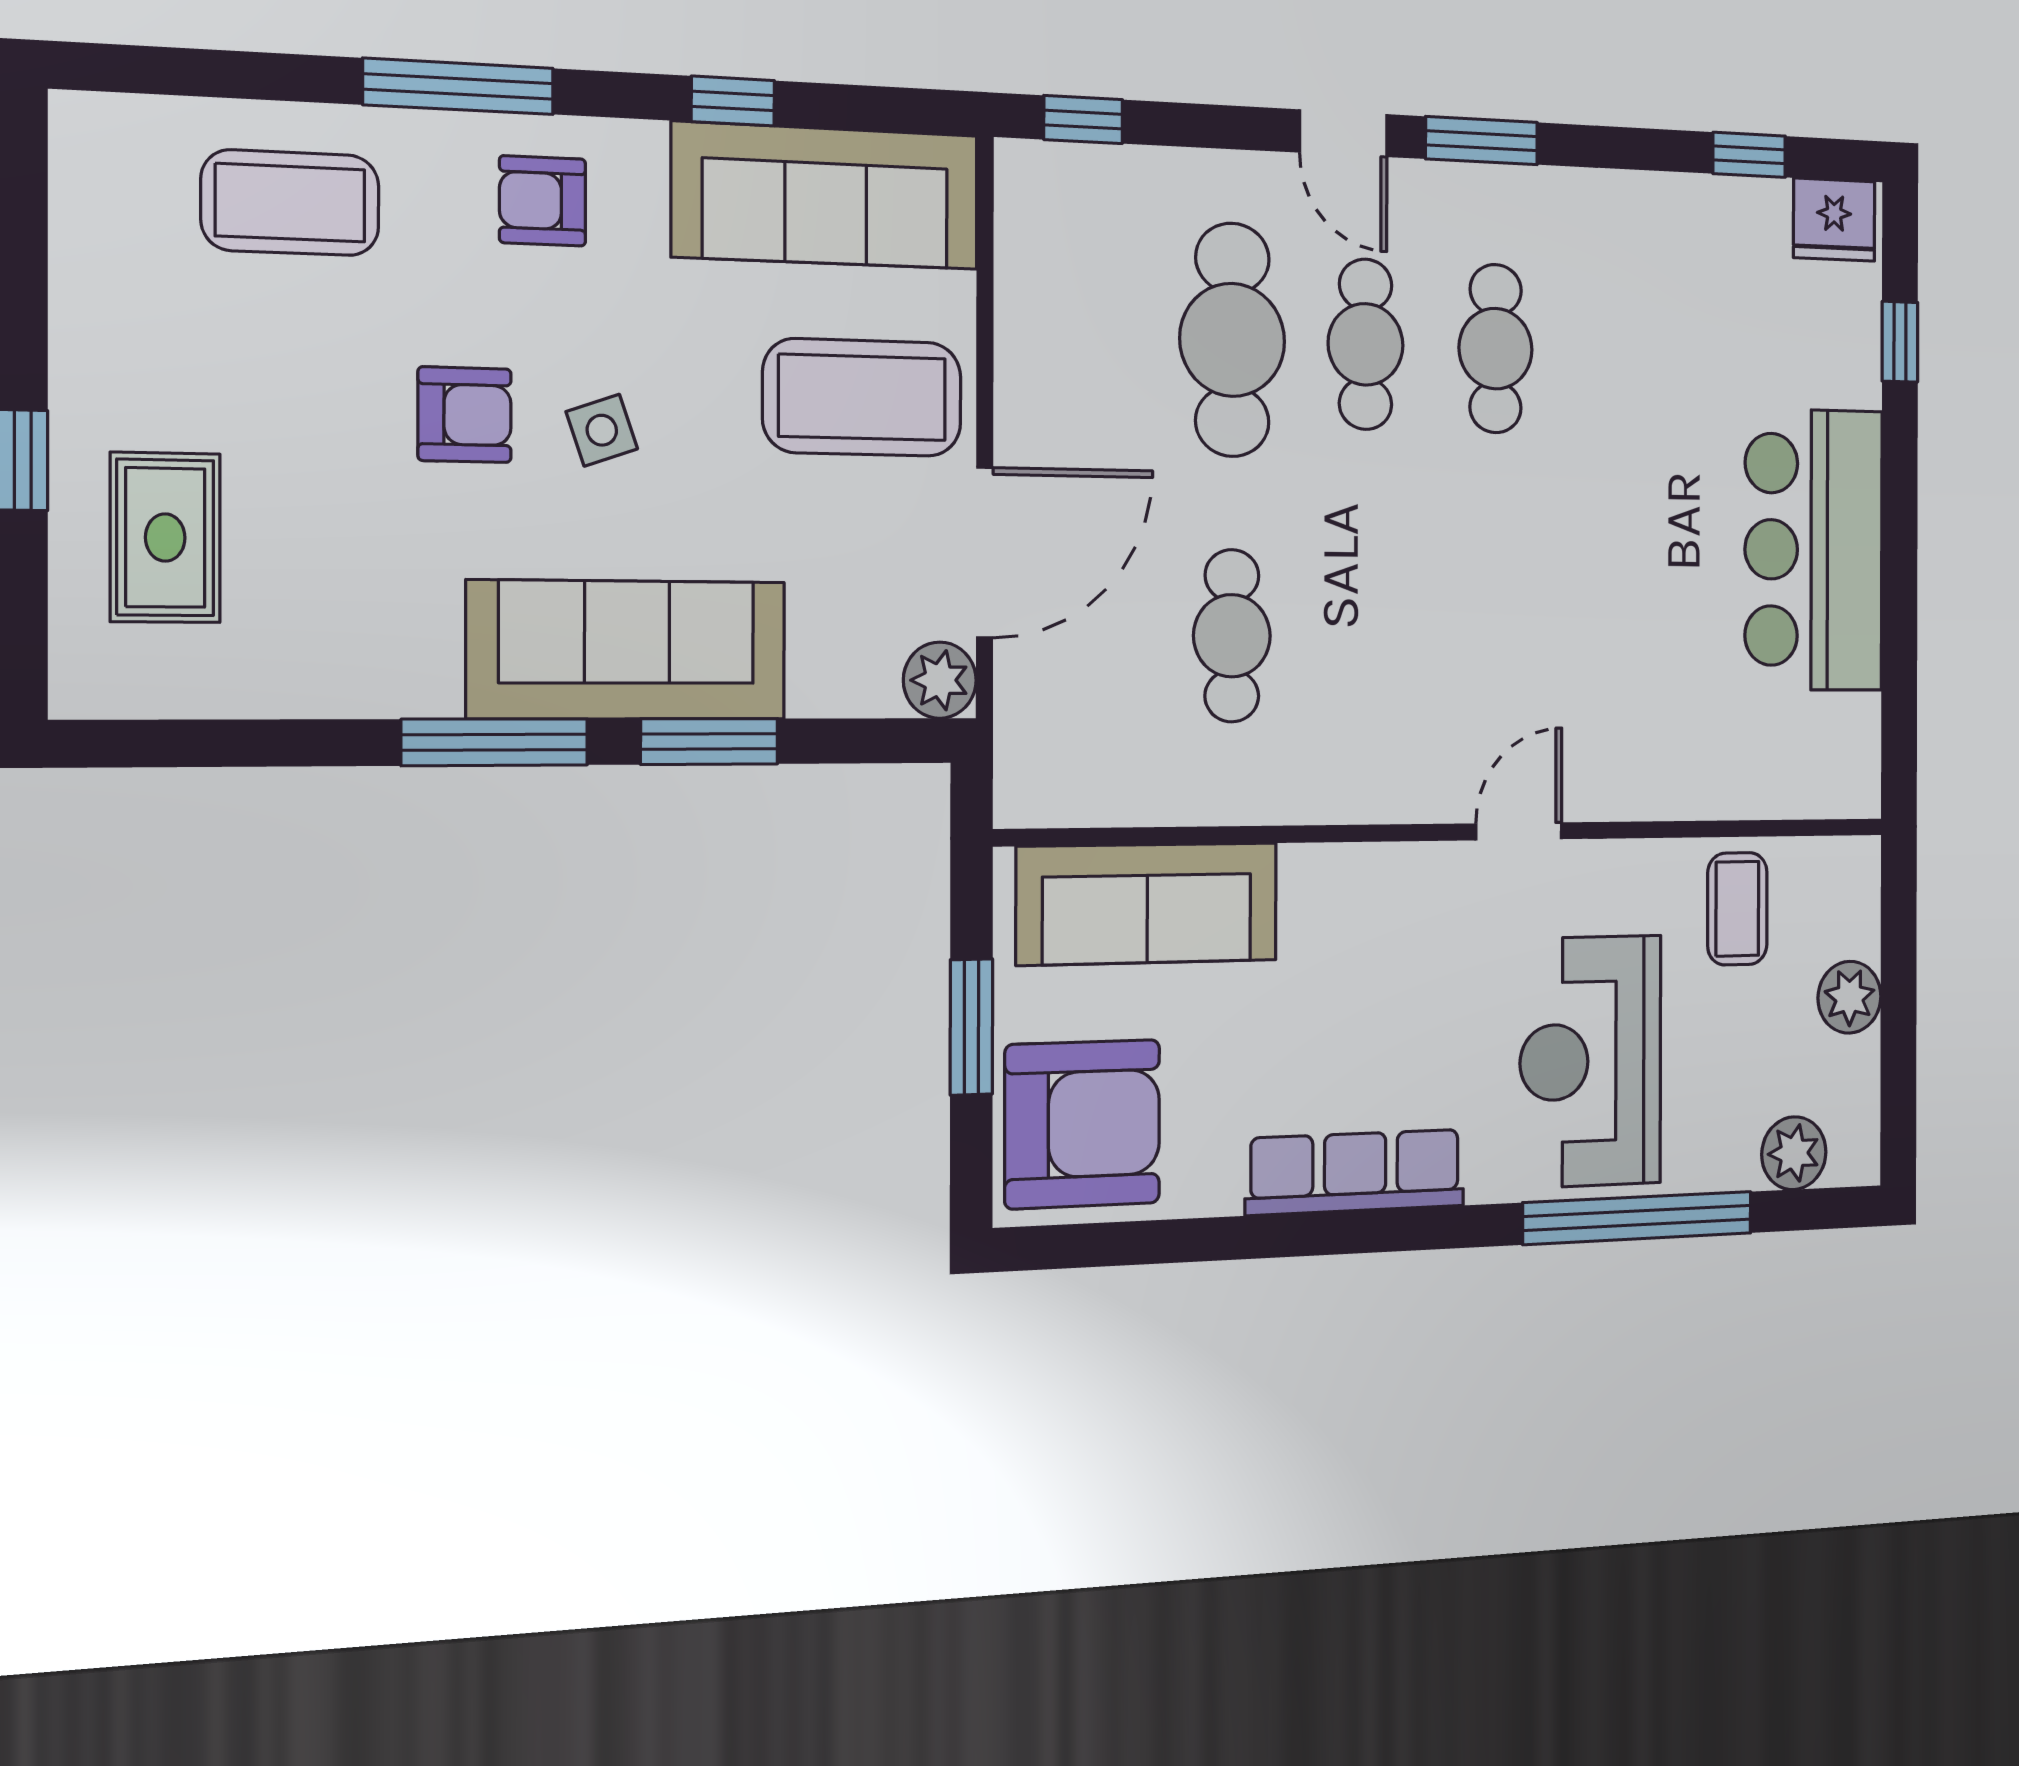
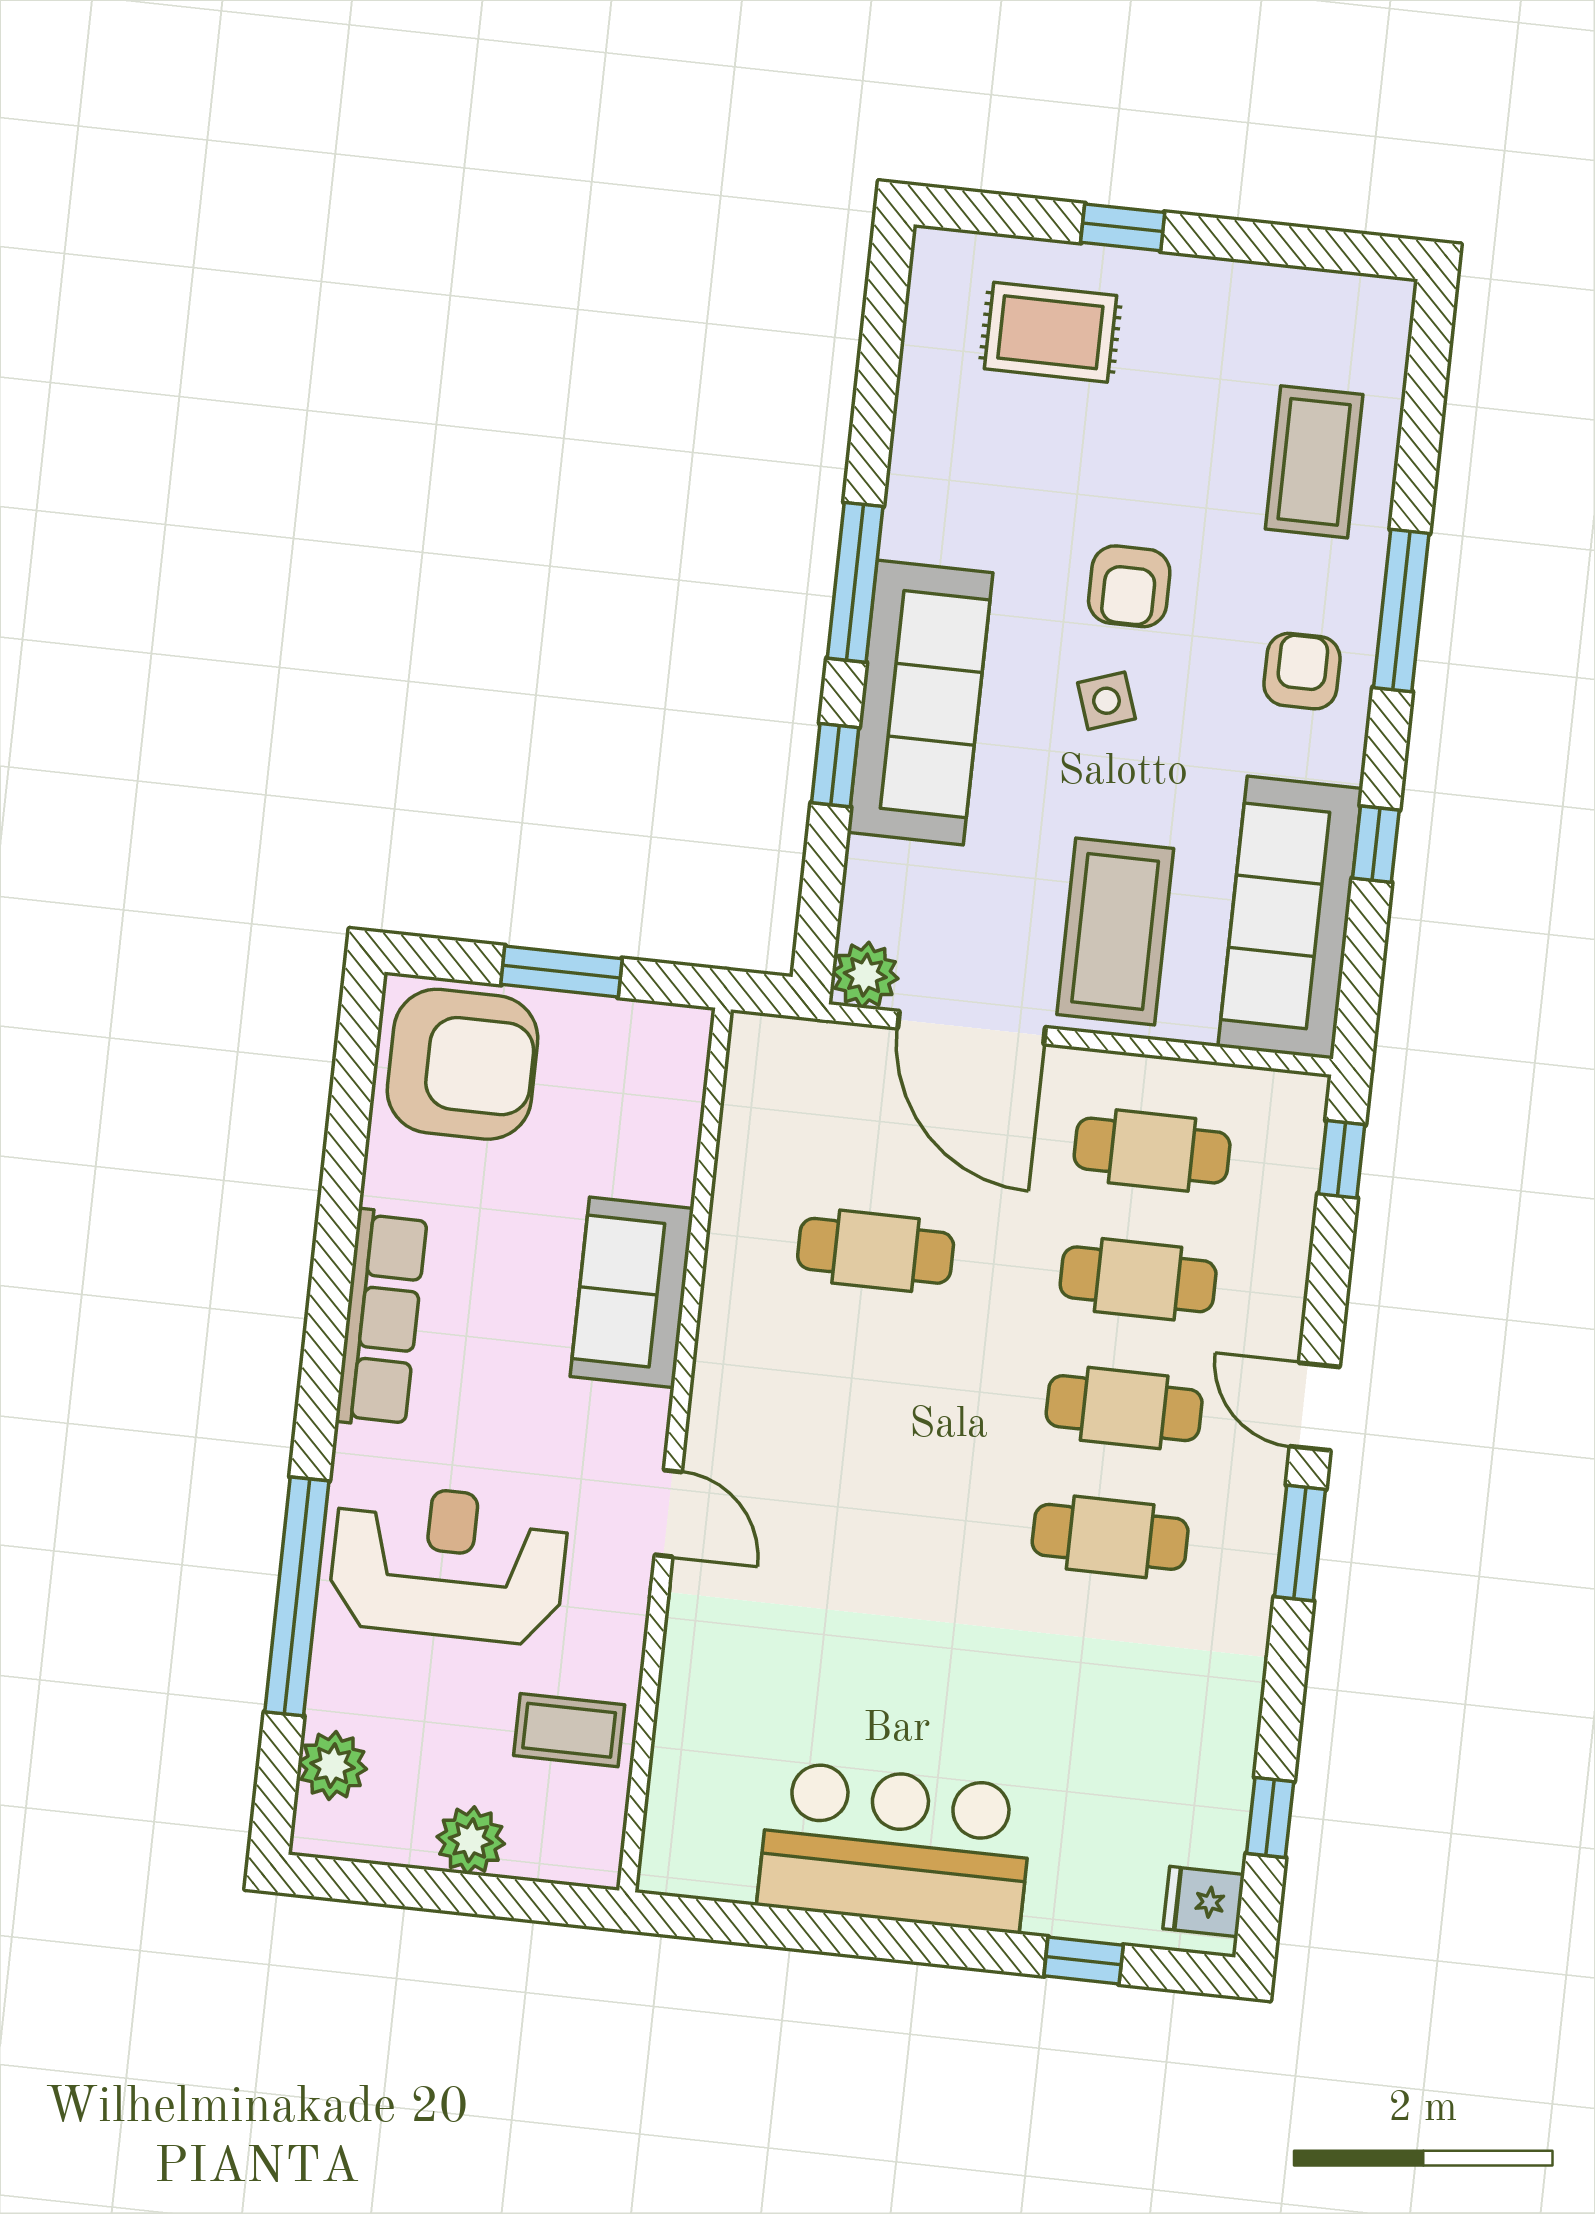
door: (1343, 133) -> (1315, 1407), hinge flipped
fridge: (1834, 220) -> (1204, 1902), width x0.72
cafe table: (1096, 335) -> (1152, 1151), added
cafe table: (1232, 340) -> (1138, 1279), width x0.73, depth x0.74
window: (709, 741) -> (835, 765), width x0.67
sofa: (1147, 904) -> (632, 1292), moved, width x0.73
armchair: (1082, 1124) -> (462, 1064), turned -90

